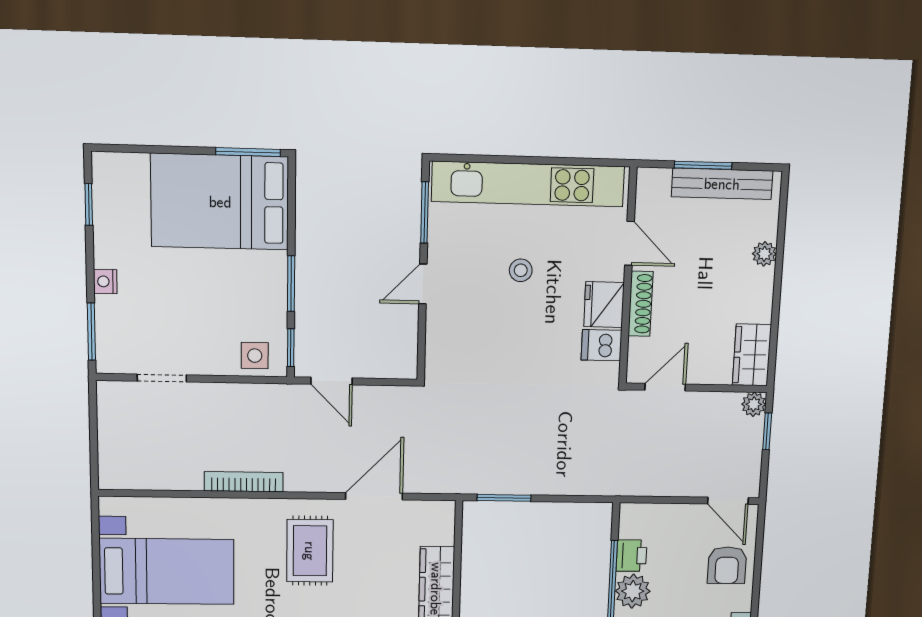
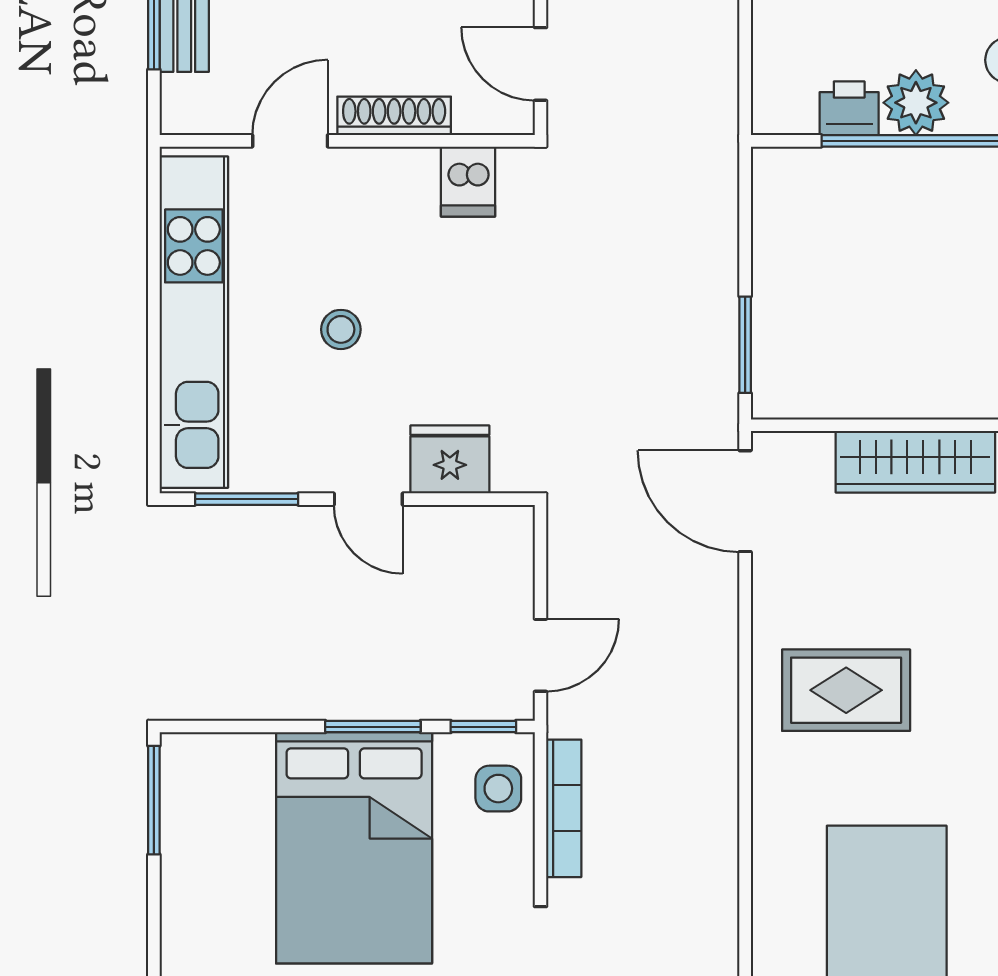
bed: (220, 202) -> (354, 848), moved
fridge: (604, 305) -> (450, 459), moved, turned 180
bookcase: (244, 482) -> (564, 808), moved, turned 180
door: (374, 496) -> (745, 501), moved

